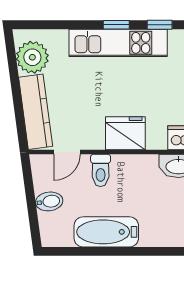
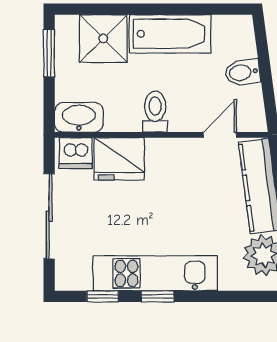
fridge: (125, 133) -> (119, 159), moved
toilet: (101, 170) -> (155, 112), moved
shower: (159, 228) -> (103, 38), added

